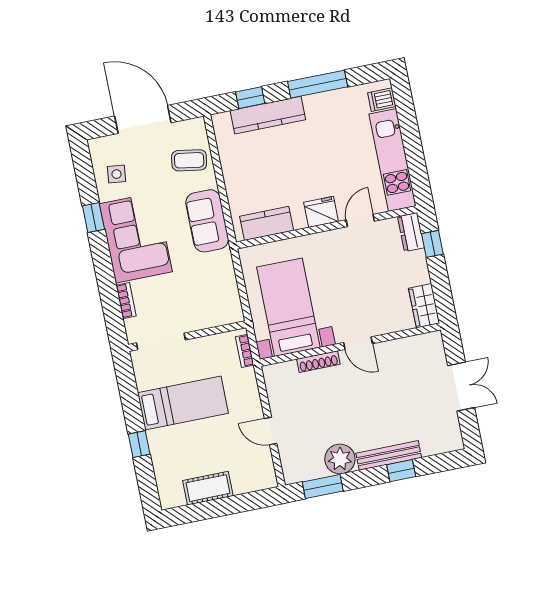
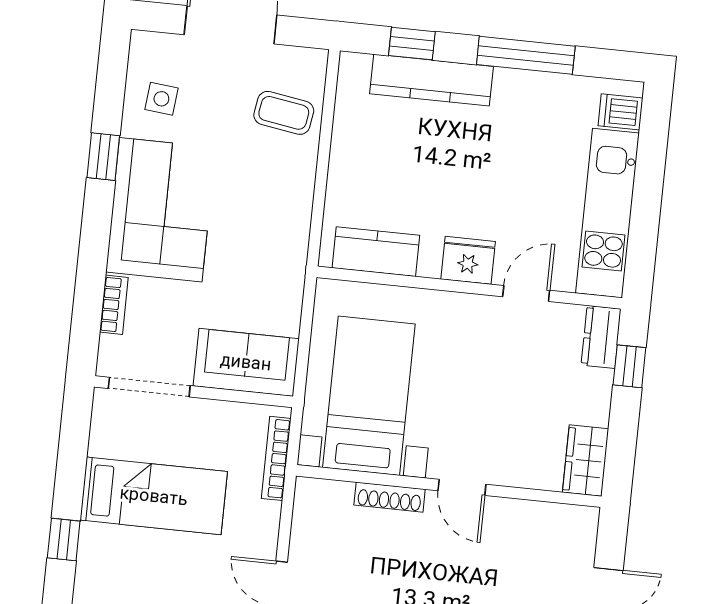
sofa: (207, 221) -> (246, 362), moved, turned 90
bookcase: (245, 351) -> (276, 458), width x1.56

